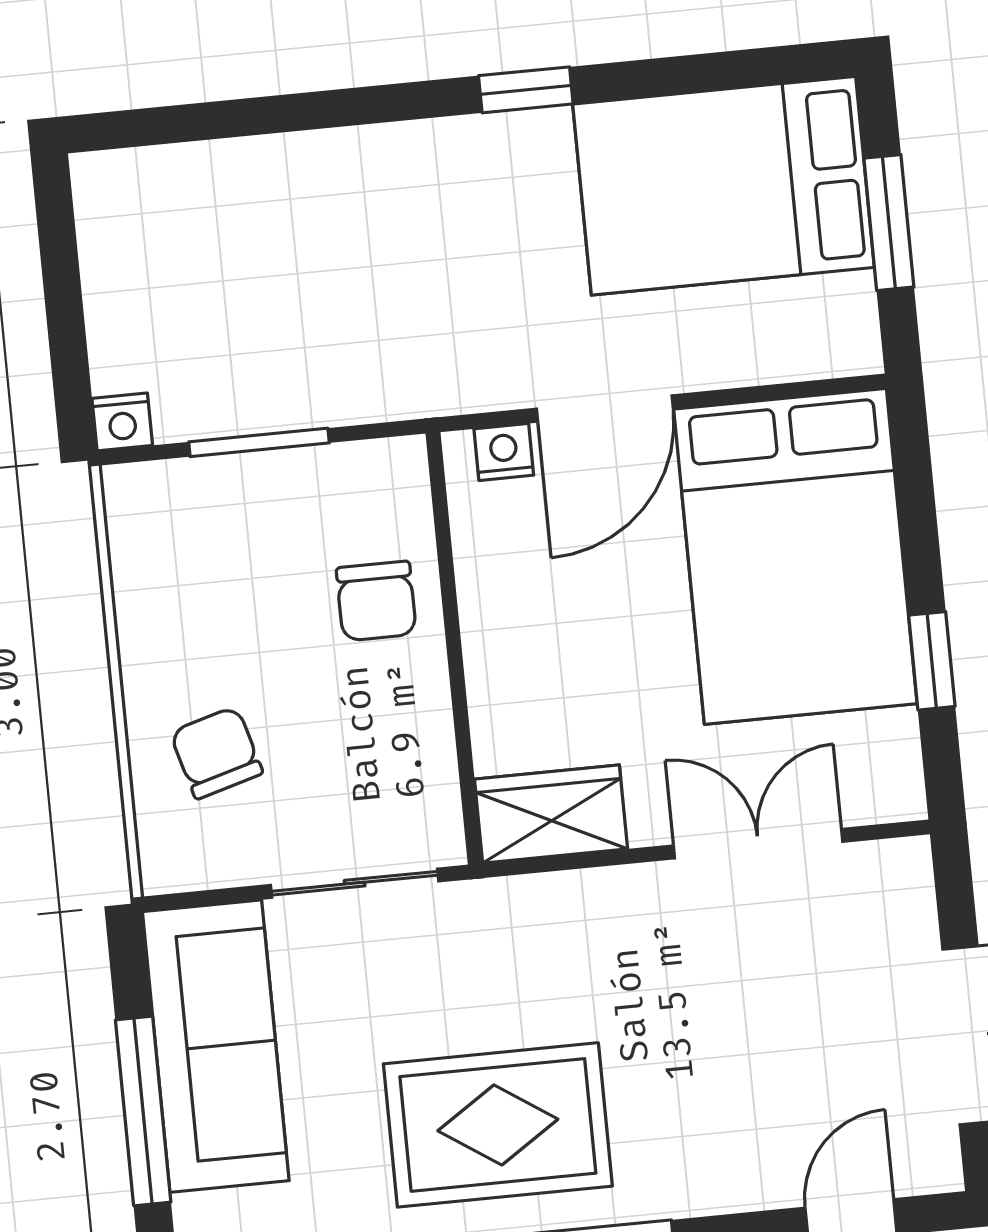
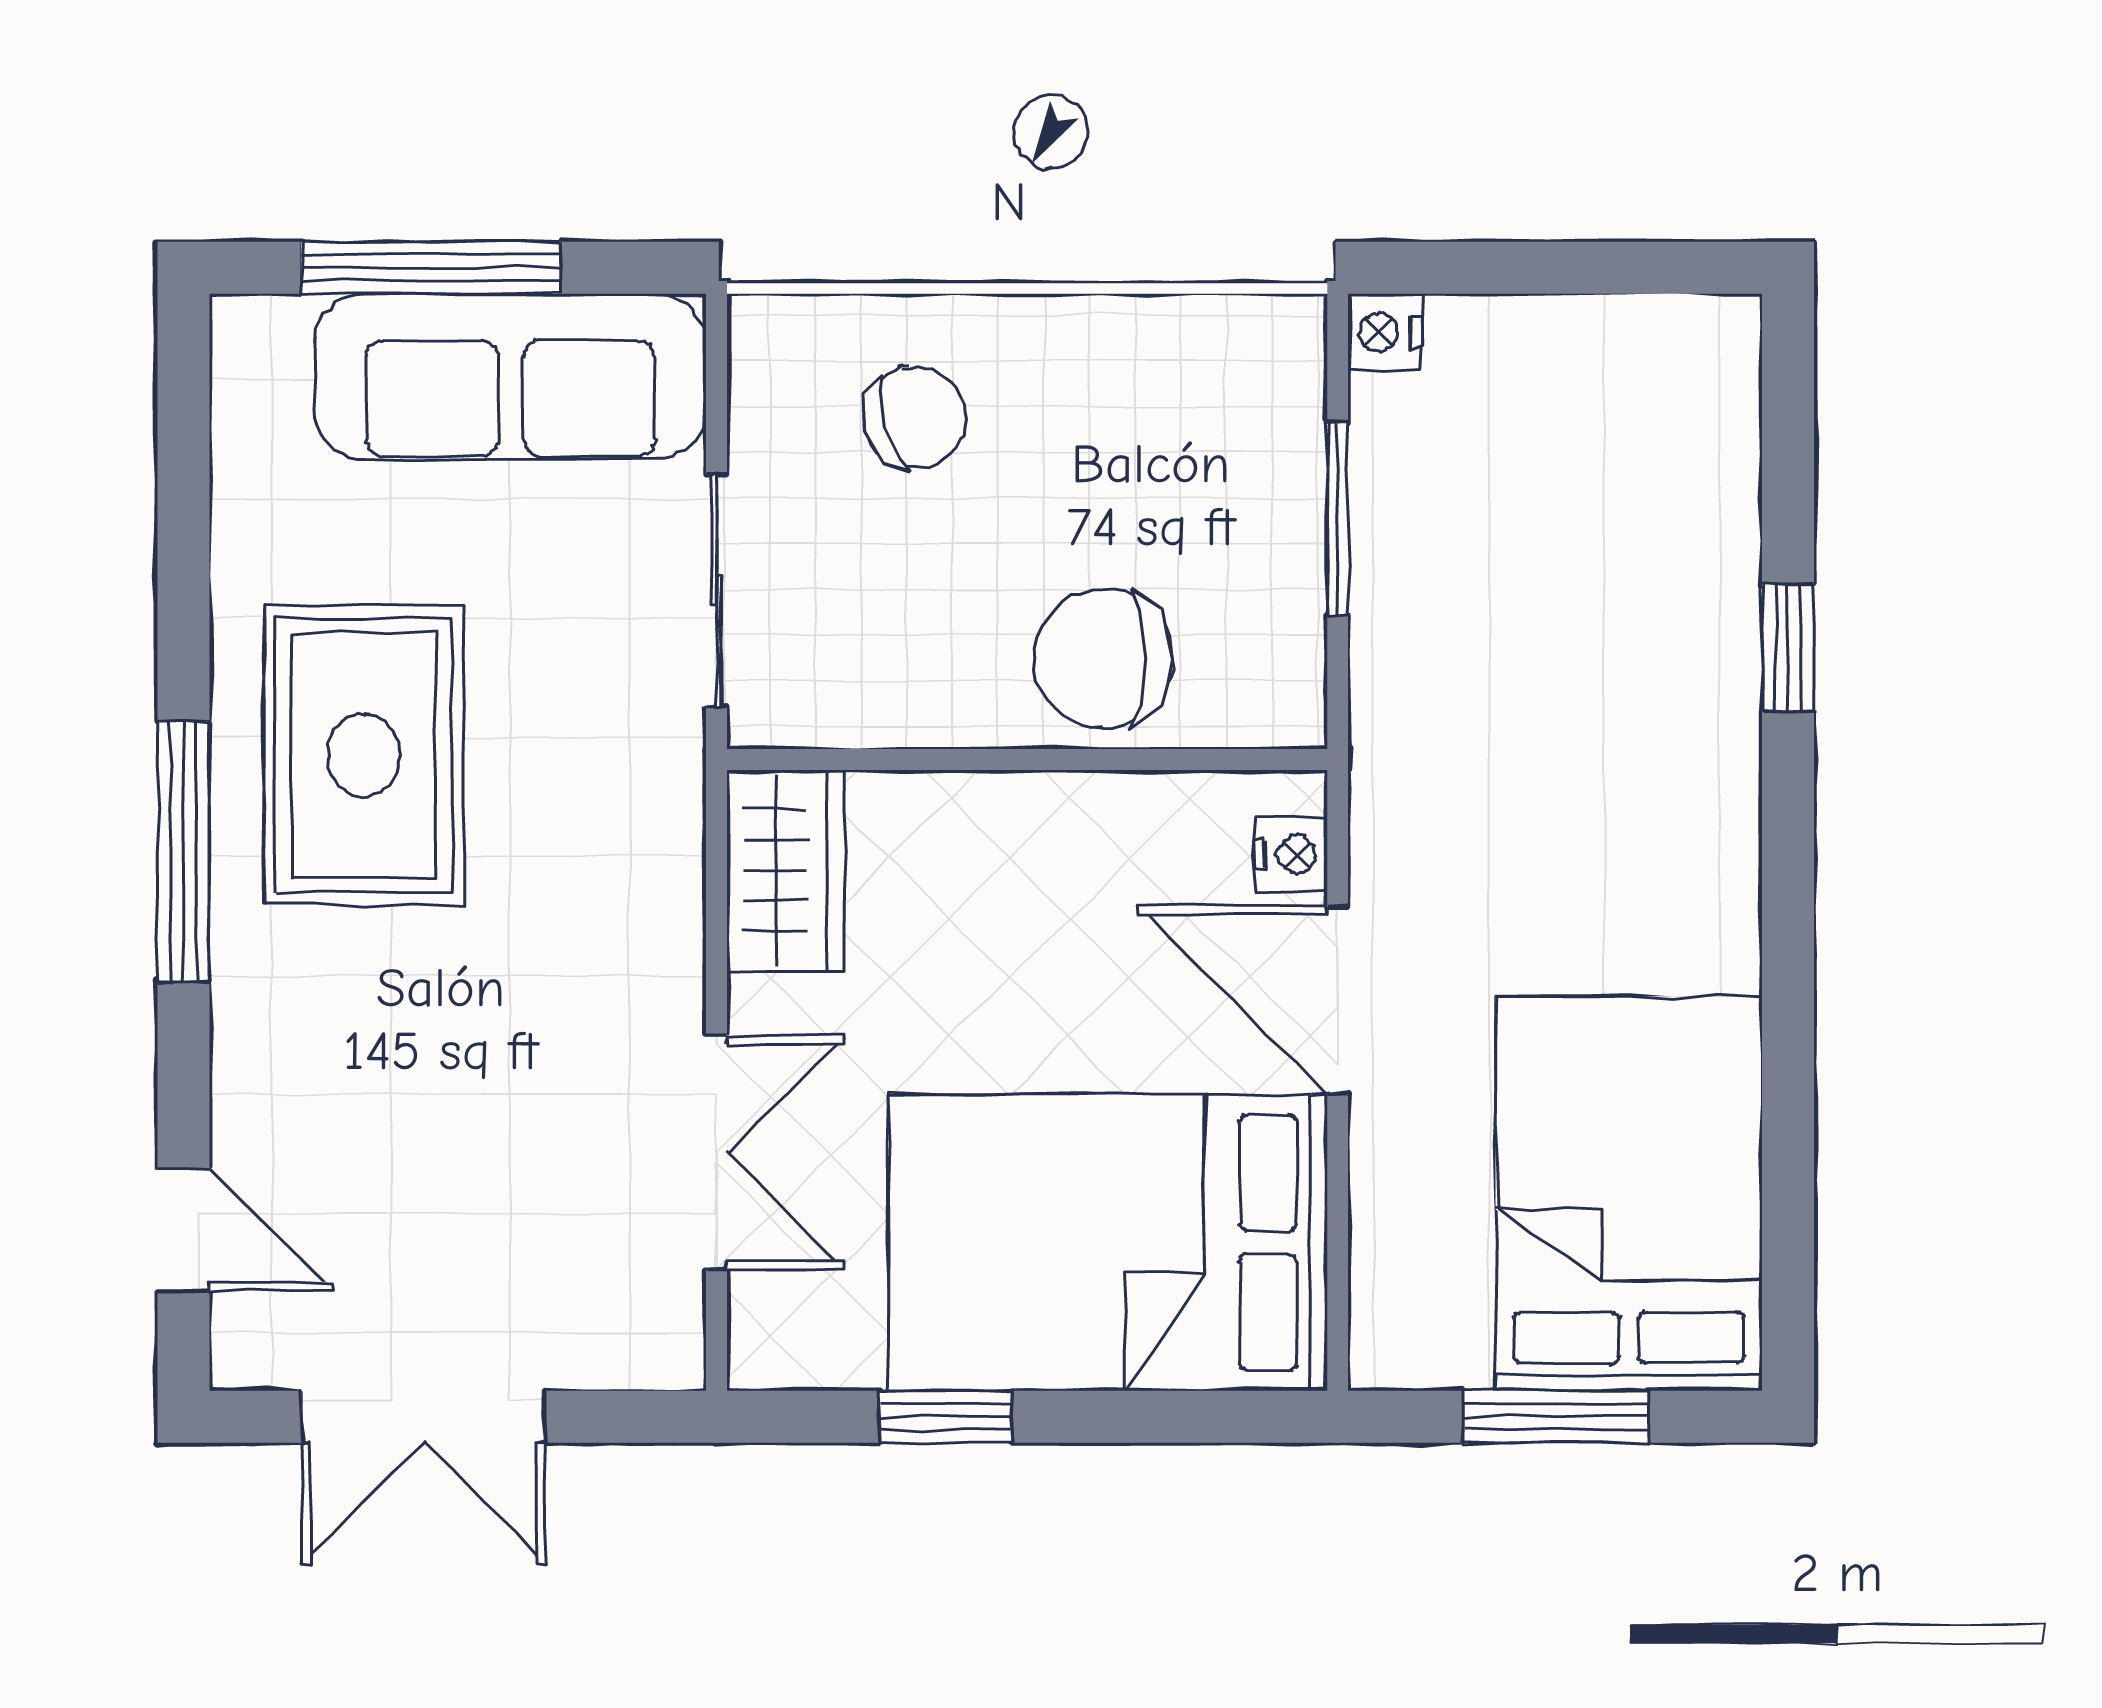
window: (526, 90) -> (1788, 647), moved
chair: (376, 601) -> (1103, 658), width x1.37, depth x1.37

